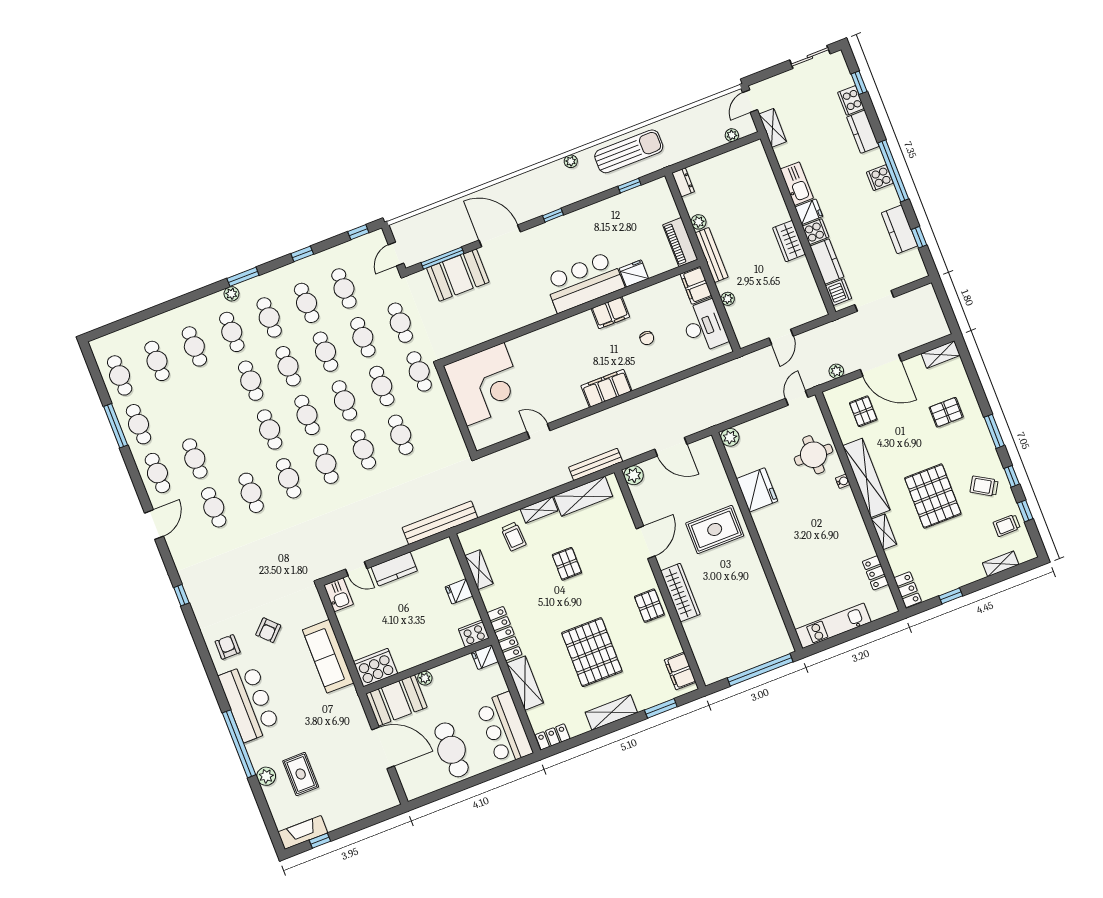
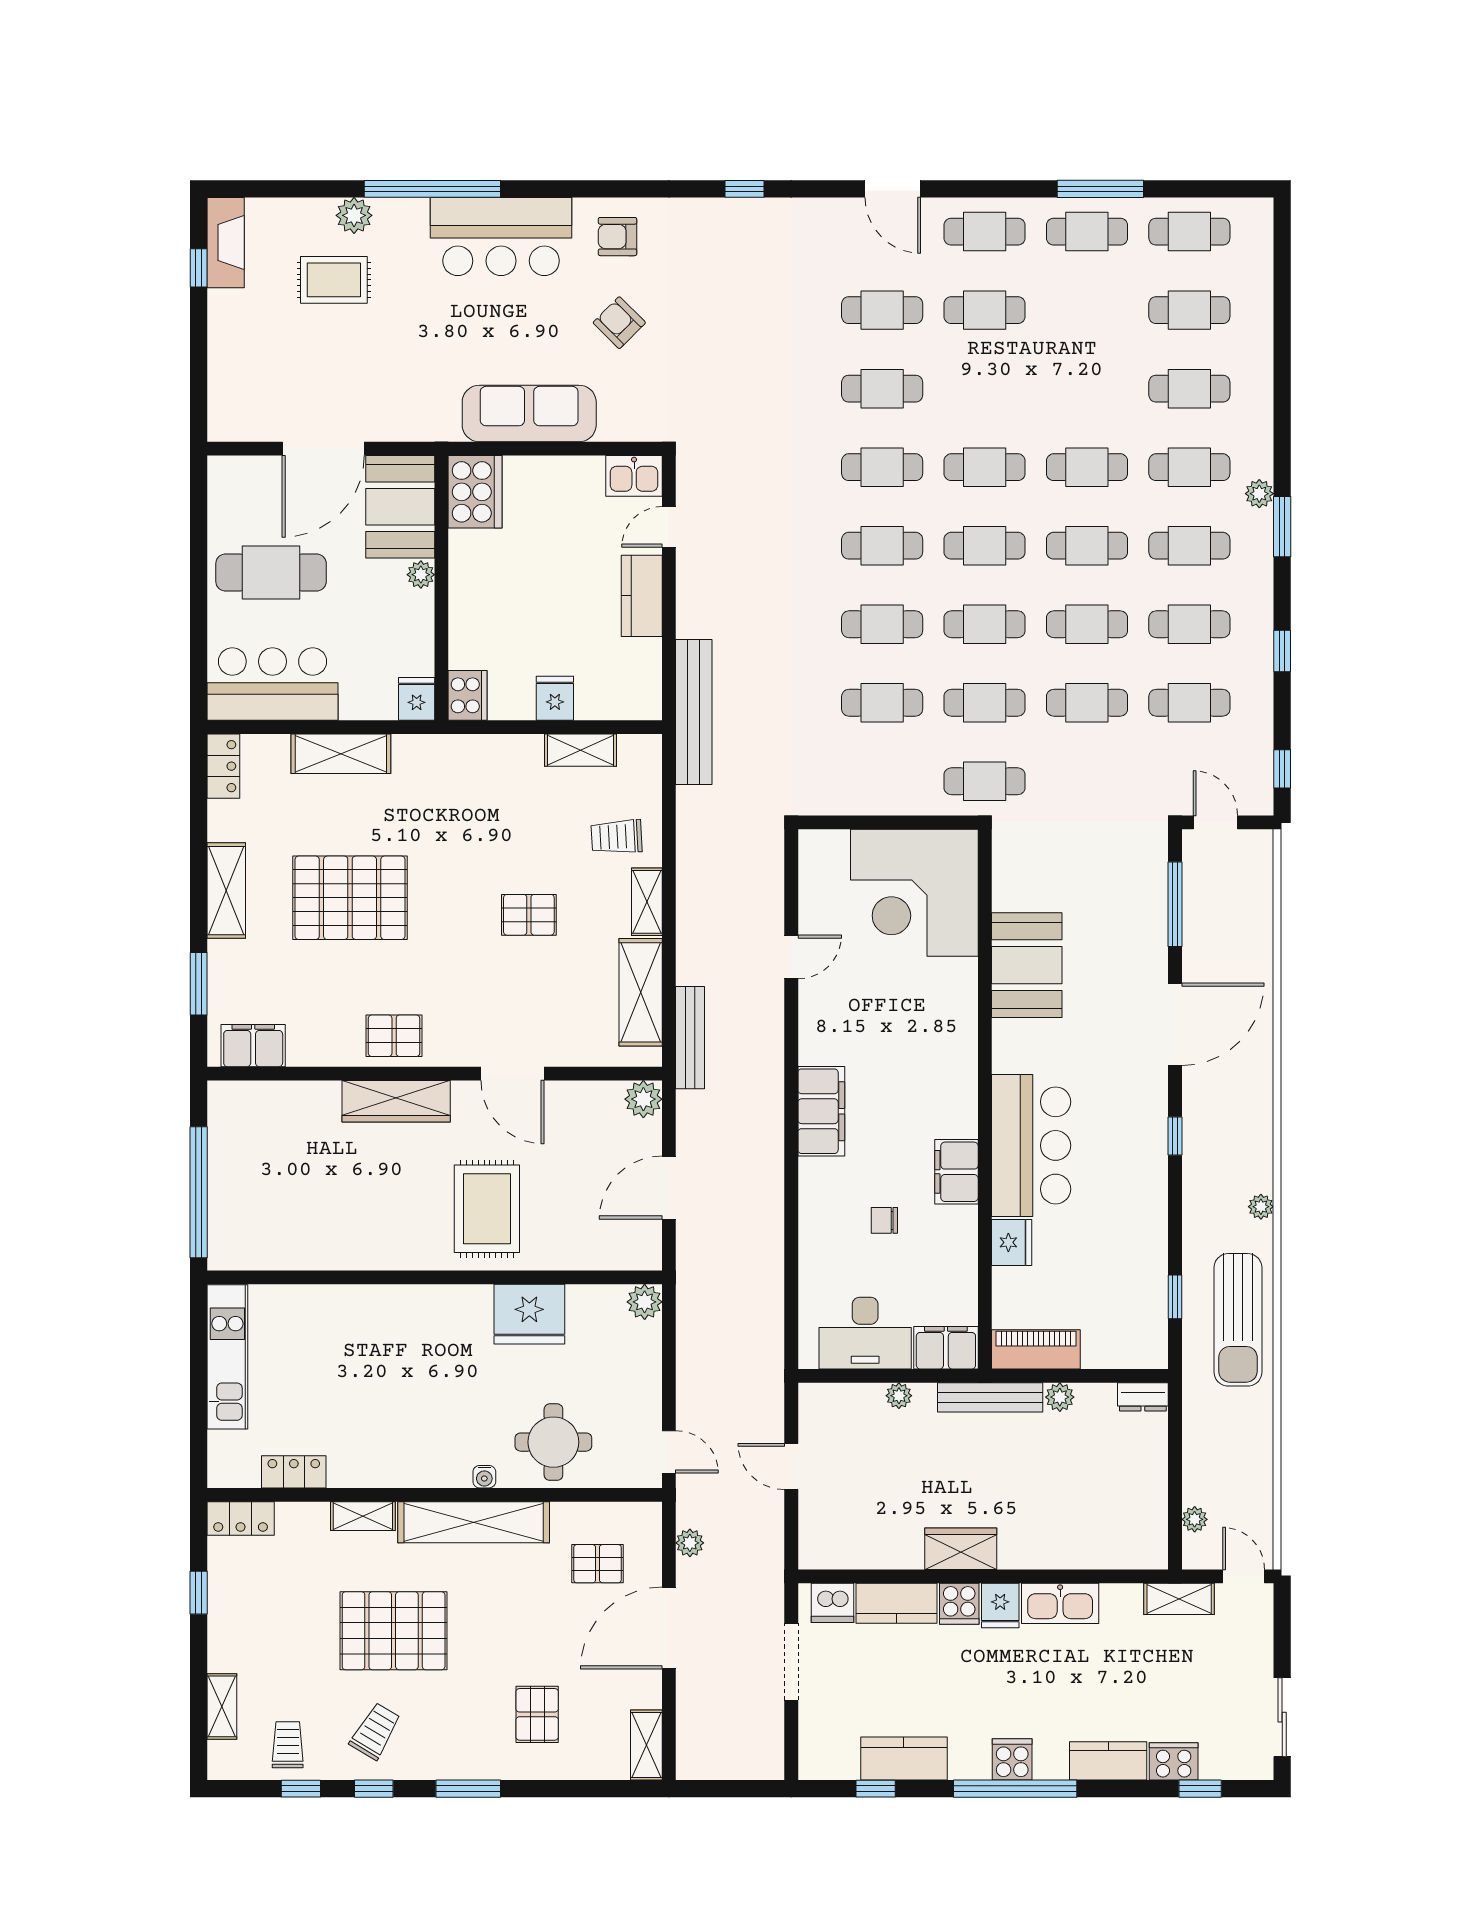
booth: (458, 275) -> (1027, 965), moved
cafe table: (400, 323) -> (1087, 781), removed
locker: (504, 634) -> (446, 751), removed
armchair: (228, 647) -> (618, 237), turned 180

